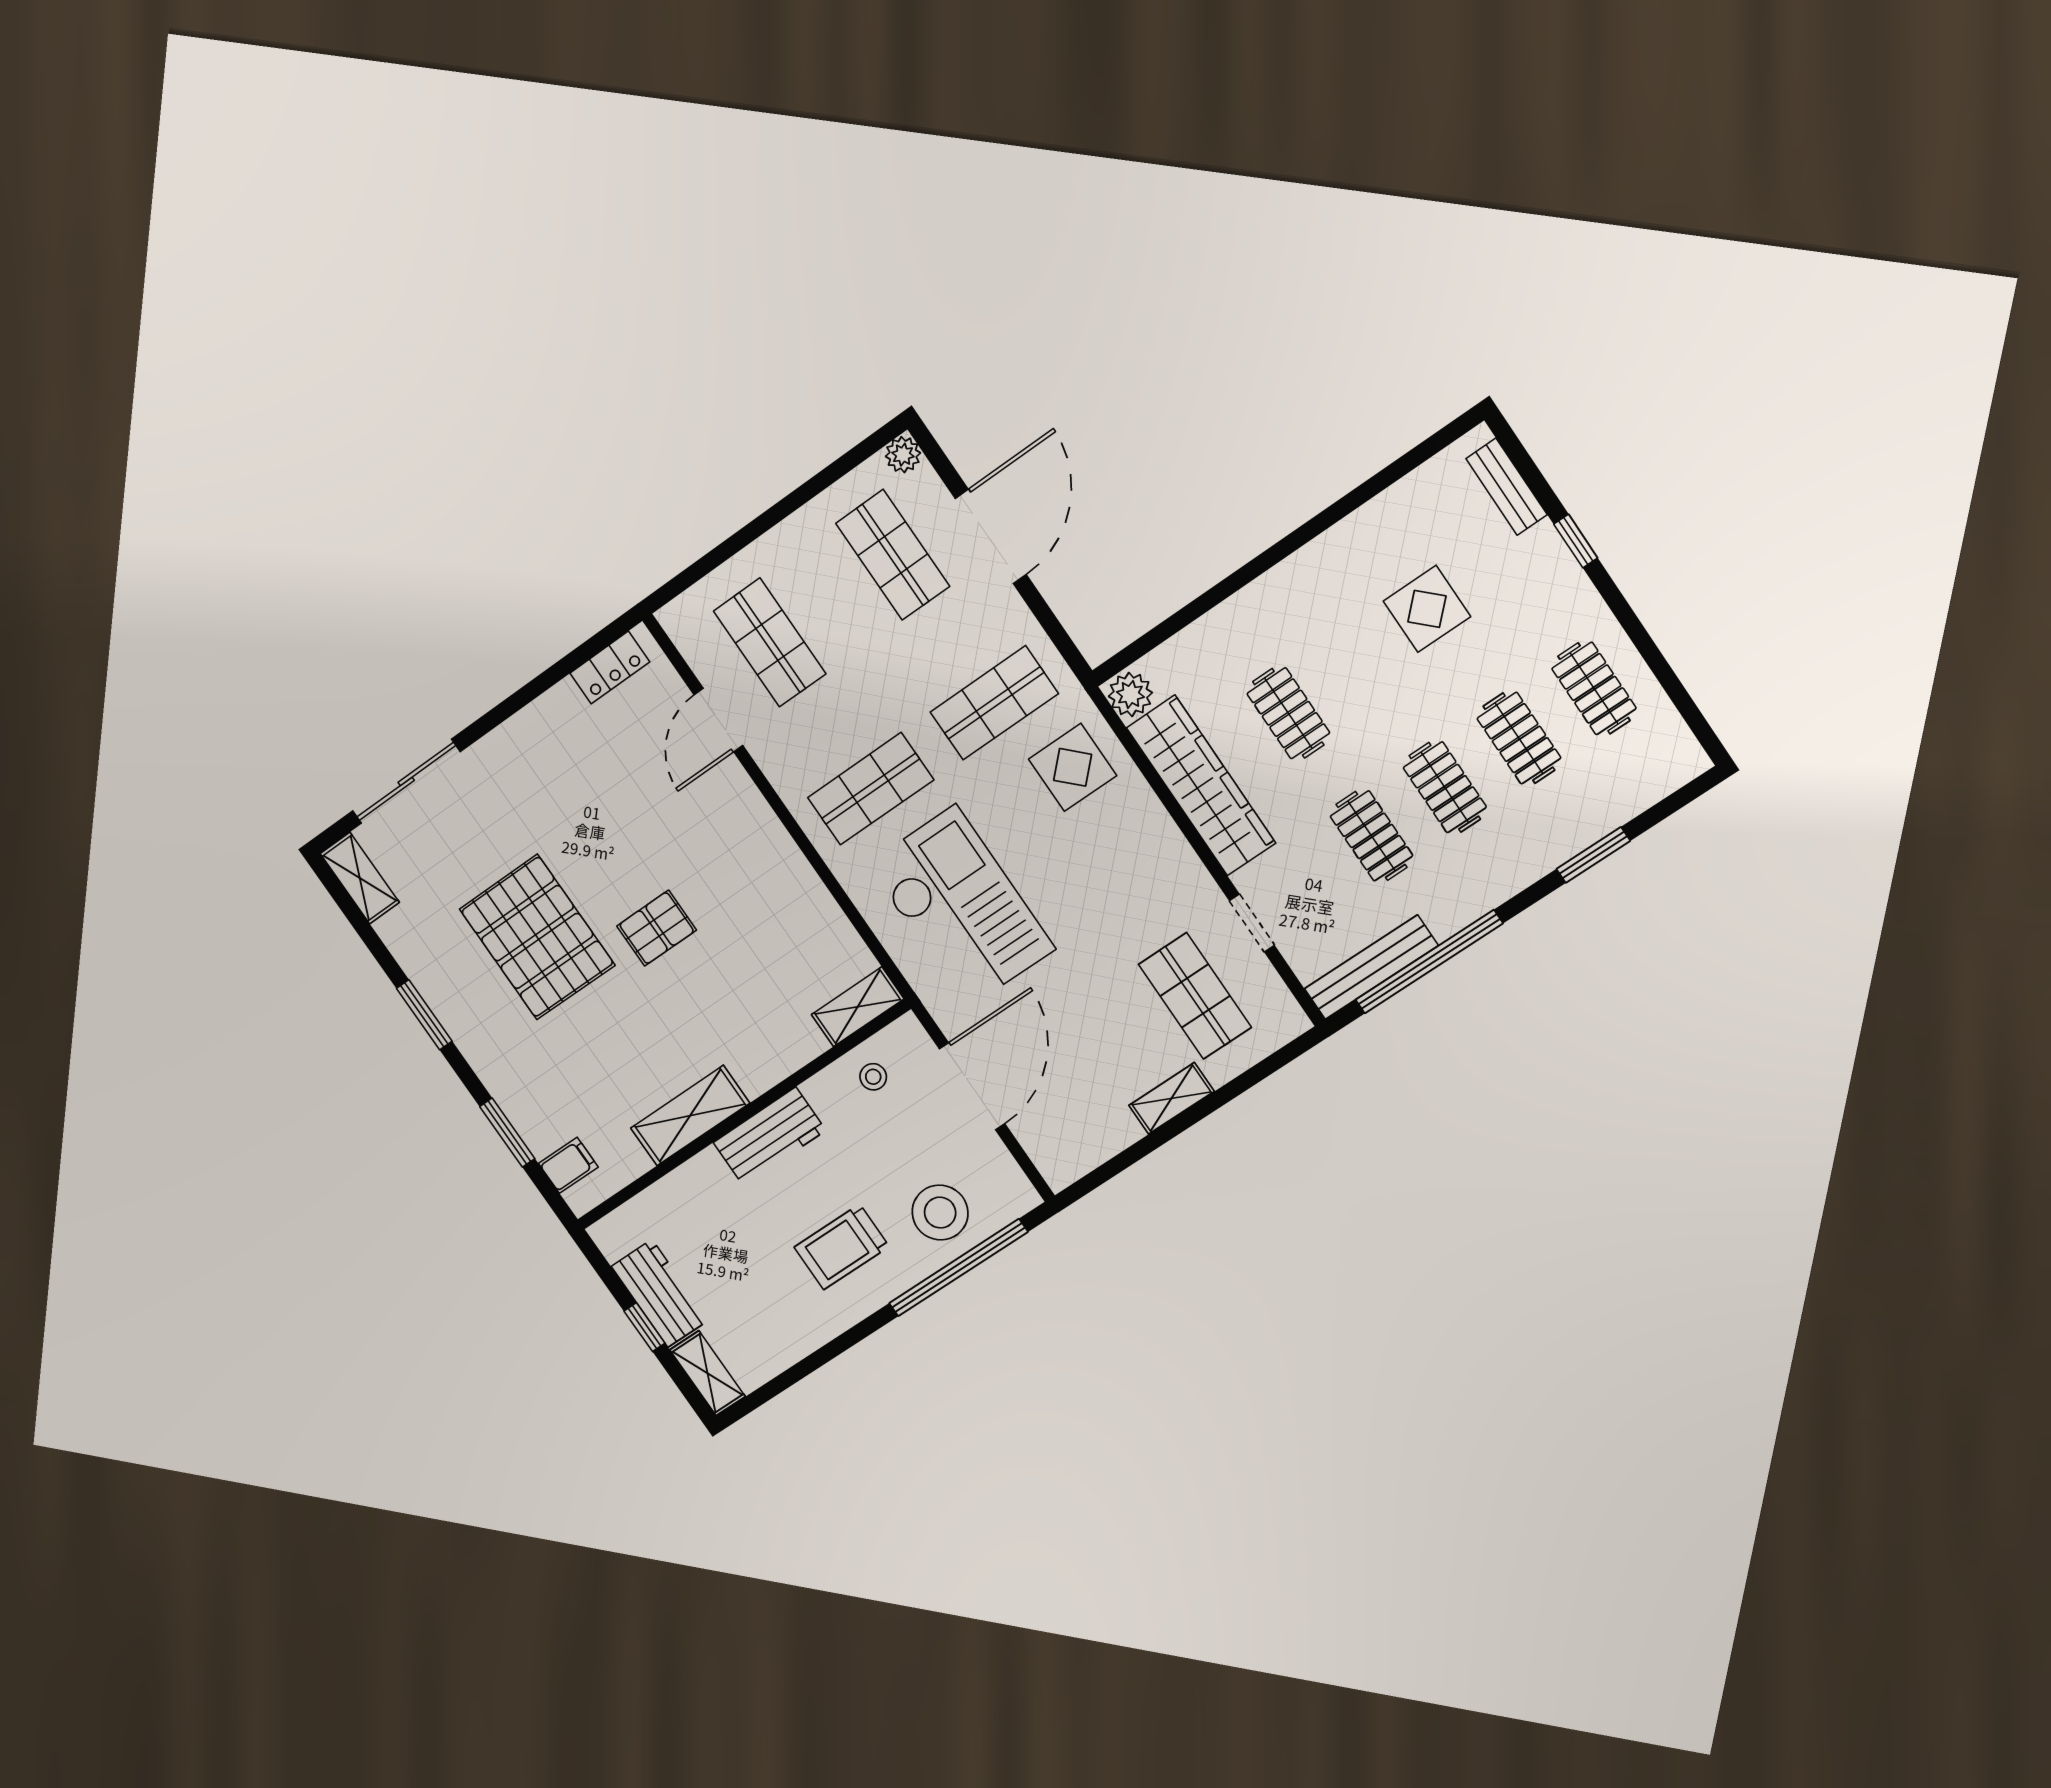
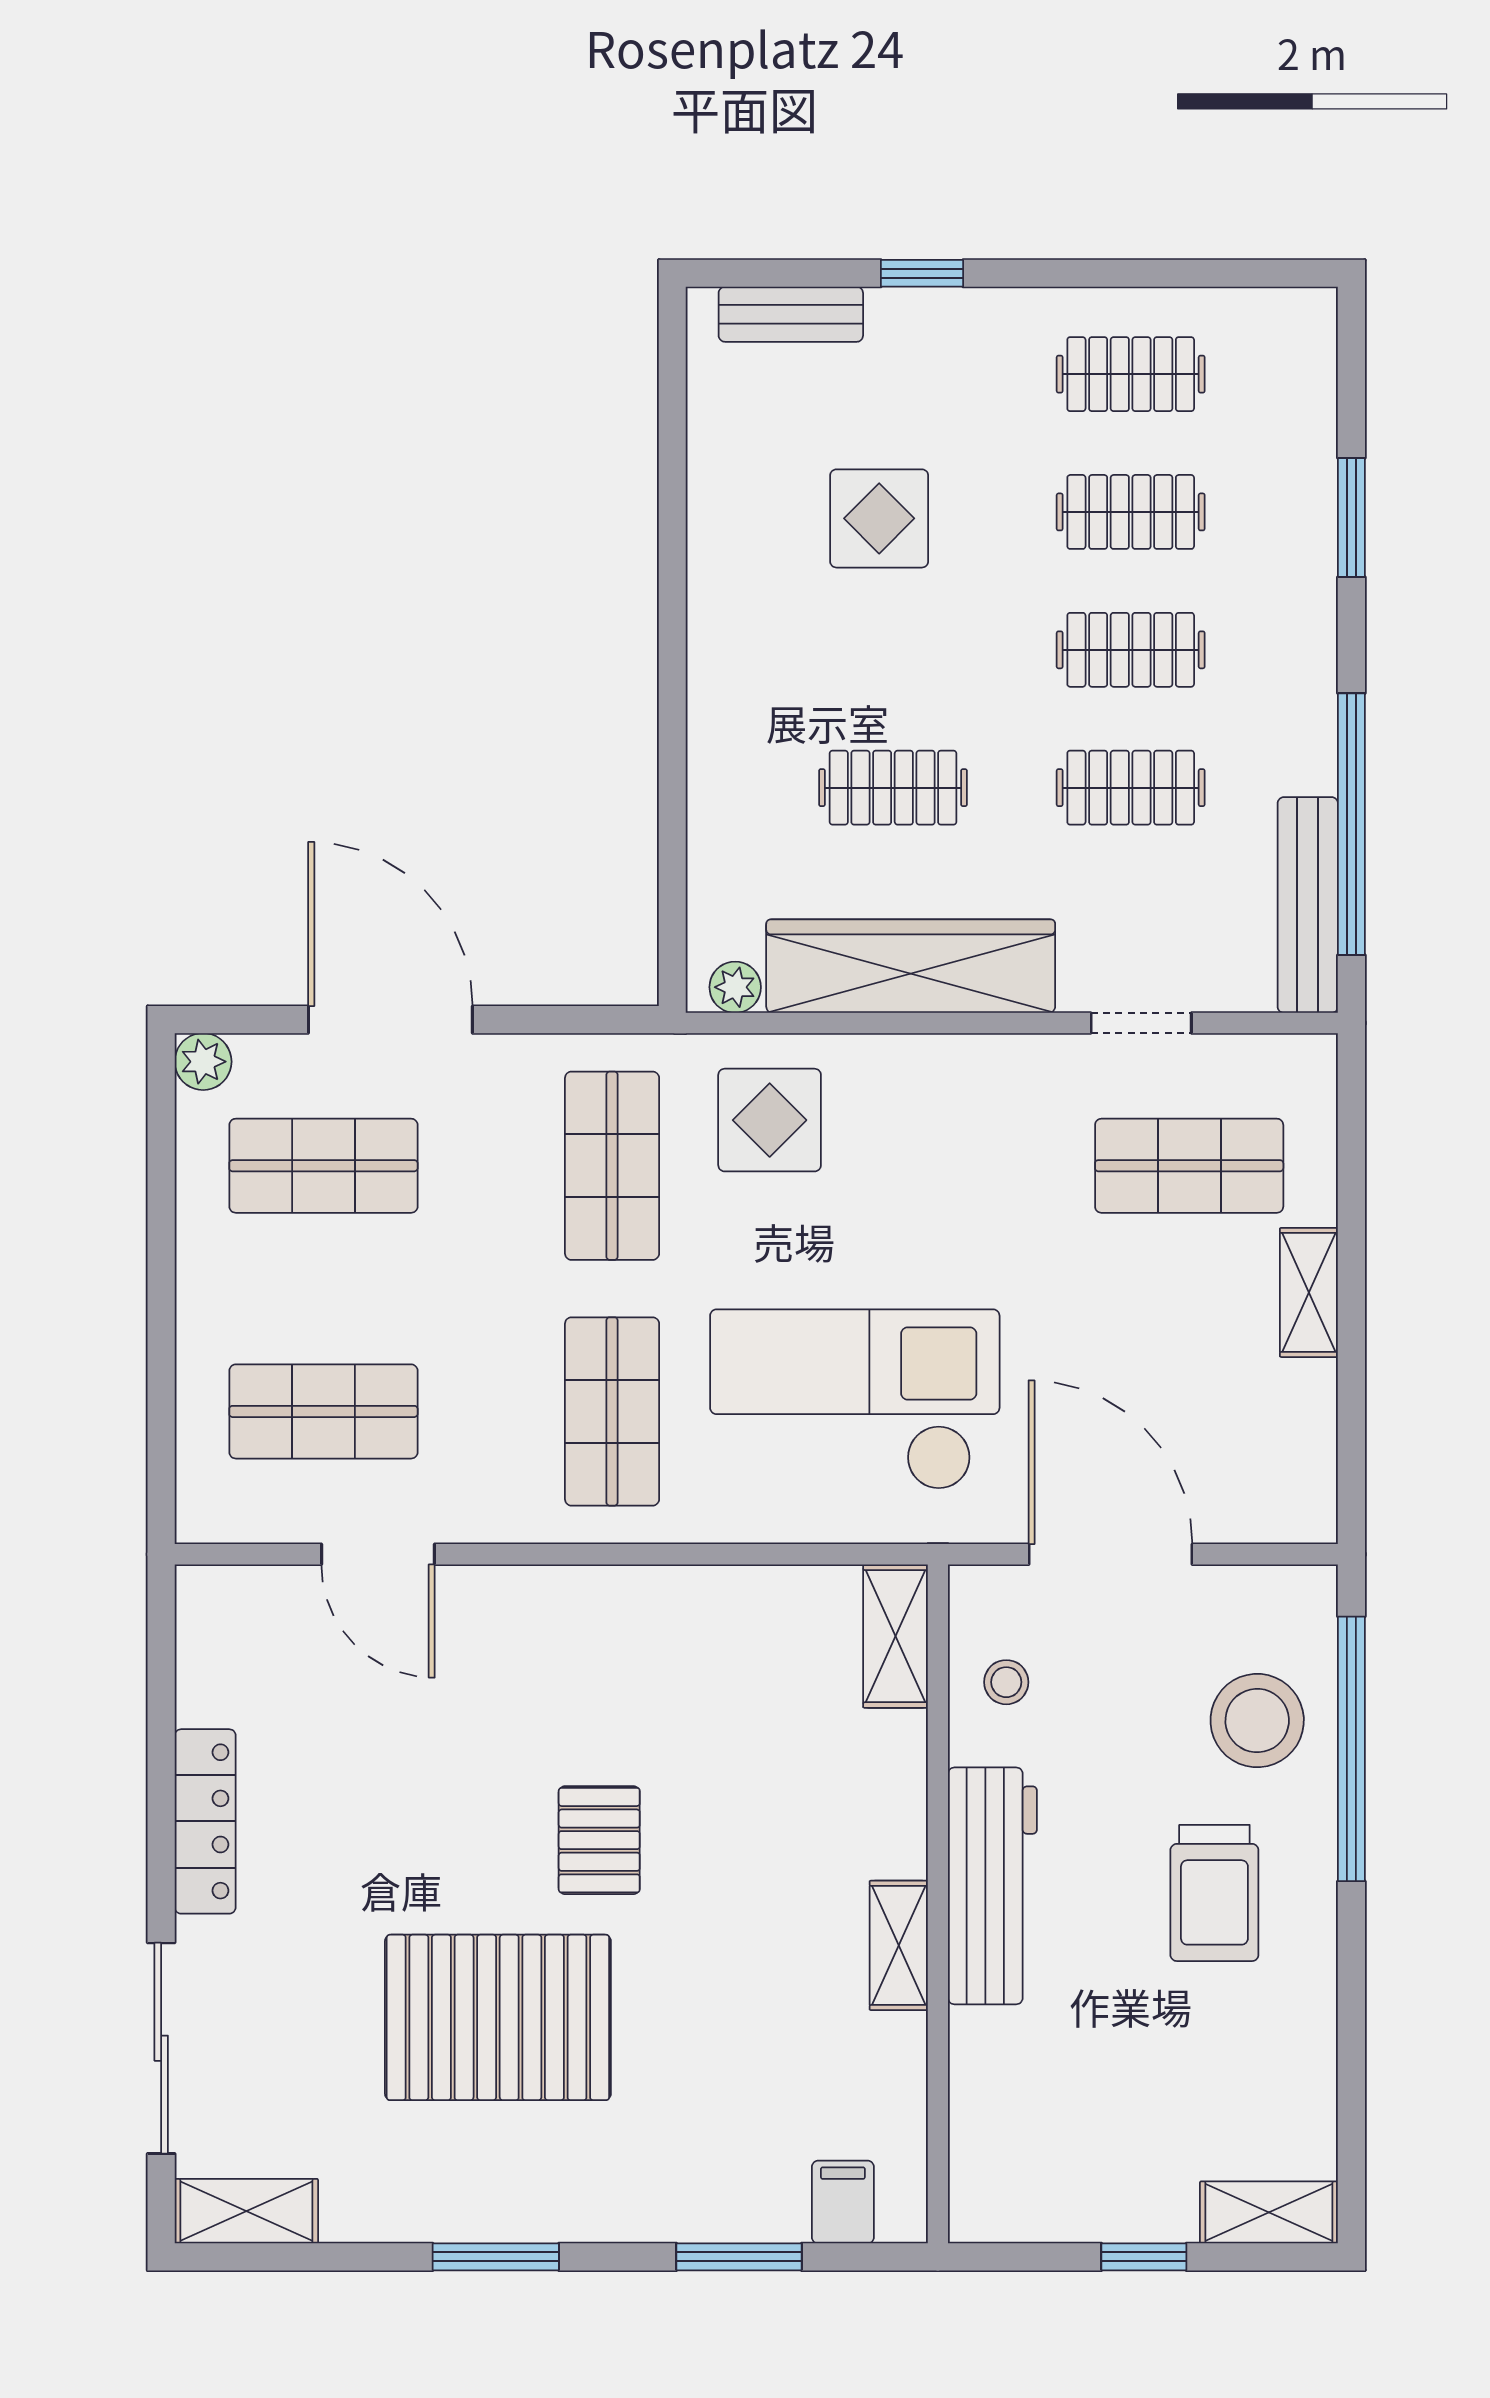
locker: (610, 667) -> (205, 1821), moved, width x1.53
plant: (1130, 695) -> (735, 987), width x0.73, depth x0.73
shelving: (690, 1116) -> (899, 1945), width x0.67, depth x0.75
workbench: (770, 1136) -> (992, 1886), width x1.38
workbench: (660, 1293) -> (1110, 2200), removed

